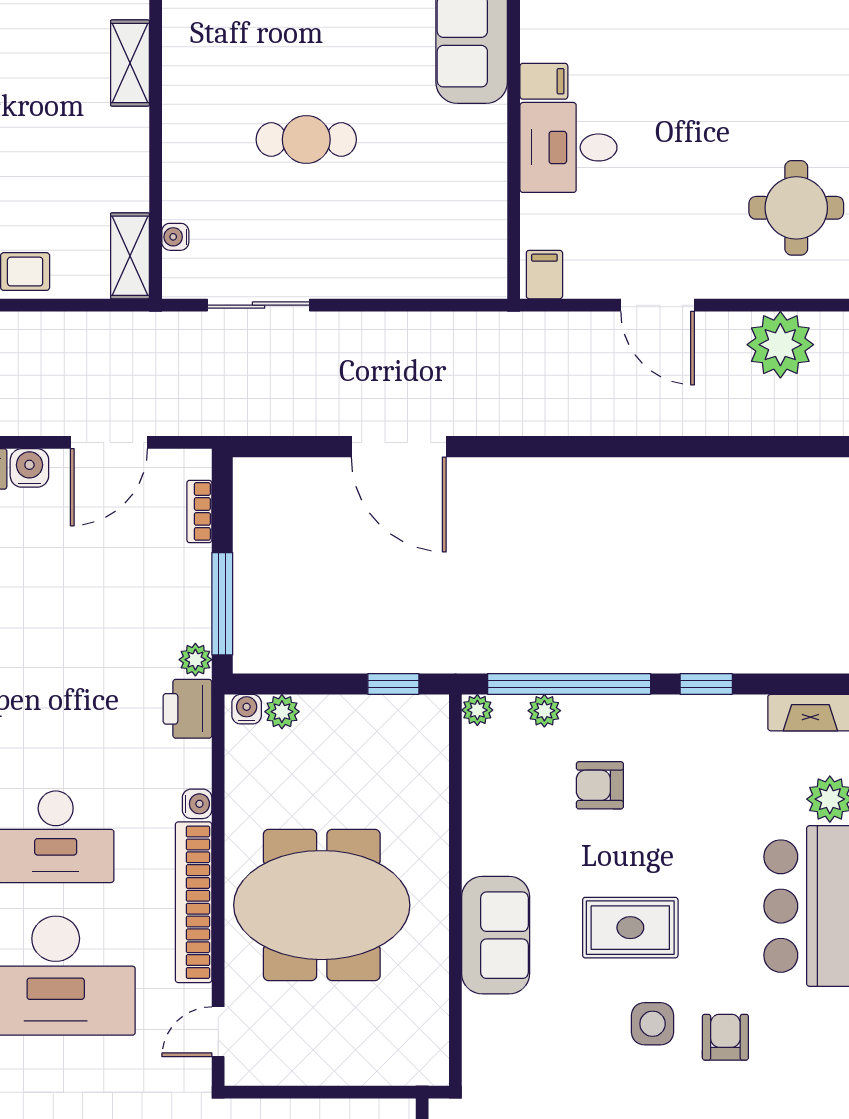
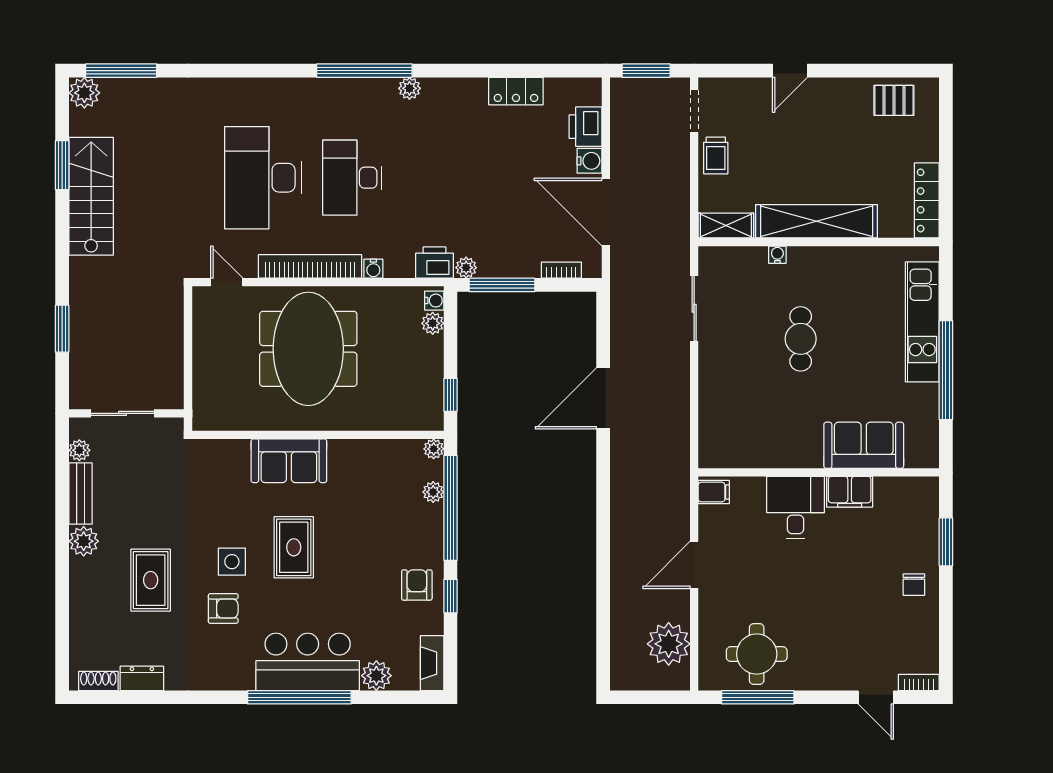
shelving: (130, 63) -> (817, 221), width x2.20, depth x1.33
filing cabinet: (544, 81) -> (850, 492), width x2.00
water cooler: (175, 237) -> (777, 255), moved
door: (109, 442) -> (606, 212), width x1.36
armchair: (600, 785) -> (417, 585), moved

